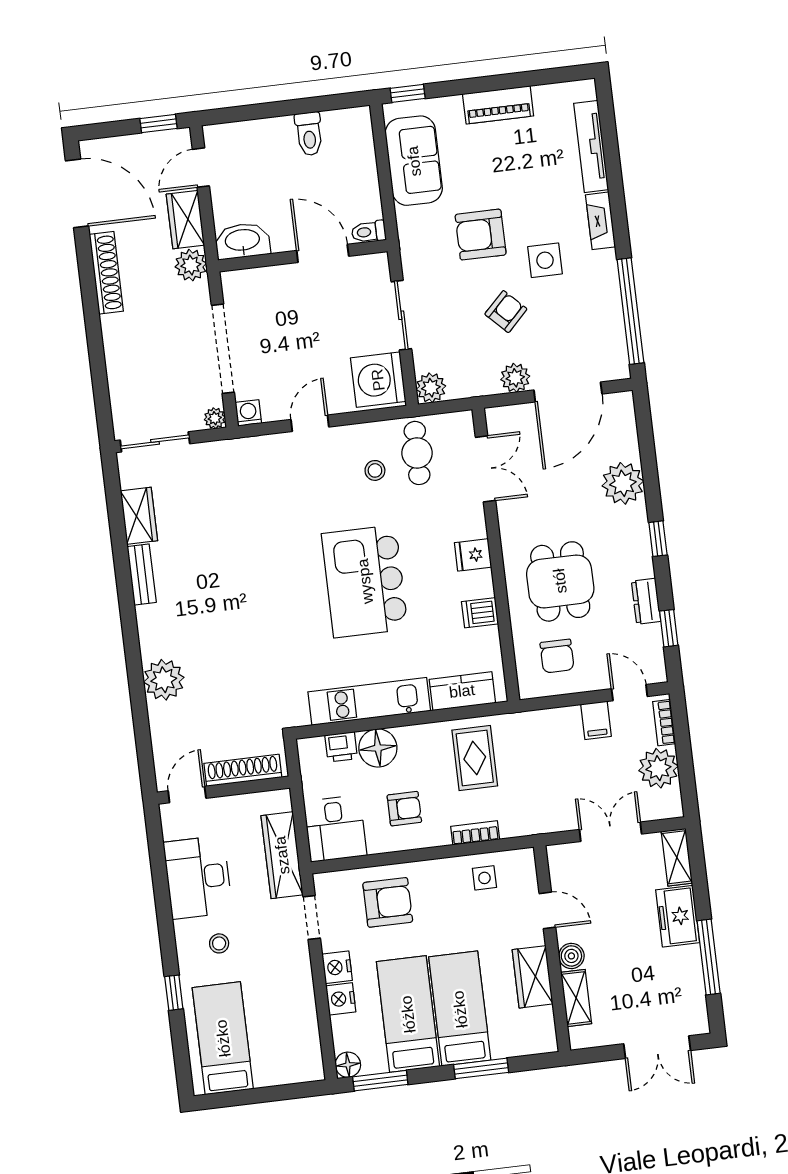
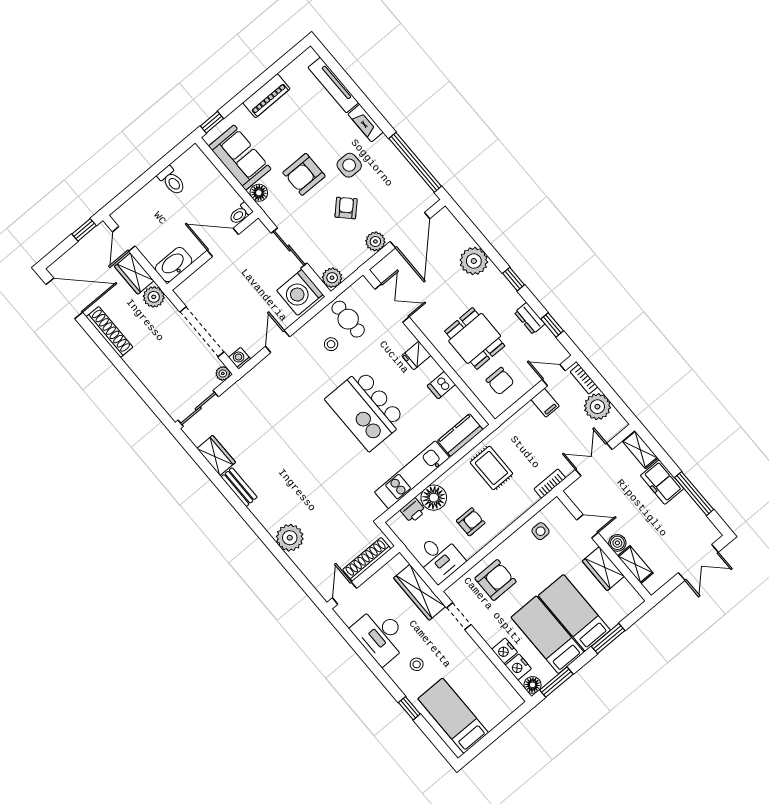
floor lamp: (409, 221) -> (259, 193), added
bookcase: (475, 833) -> (550, 483), moved
nightstand: (337, 967) -> (518, 667), moved

